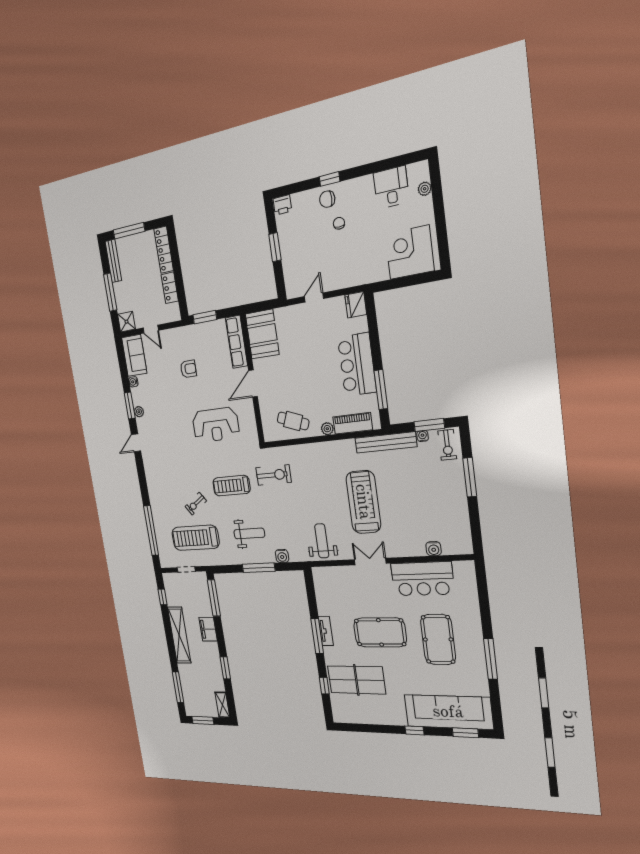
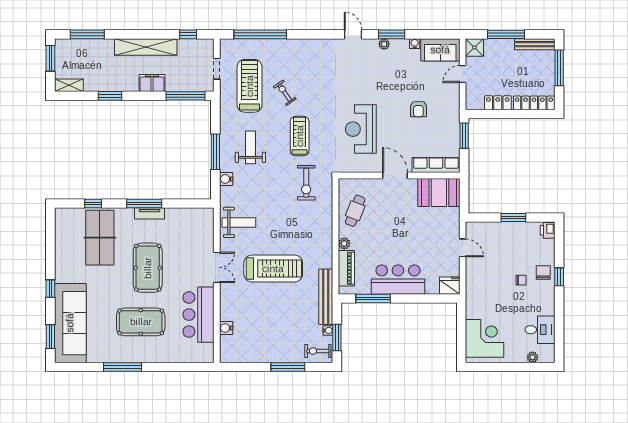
weight bench: (249, 534) -> (250, 147), turned 180

